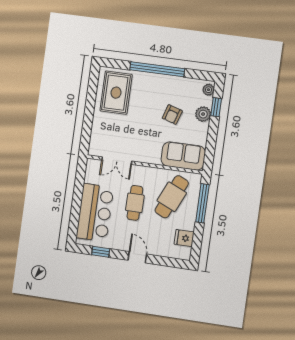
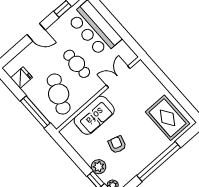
sofa: (183, 156) -> (94, 115), moved

